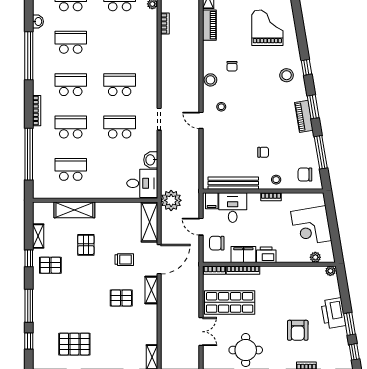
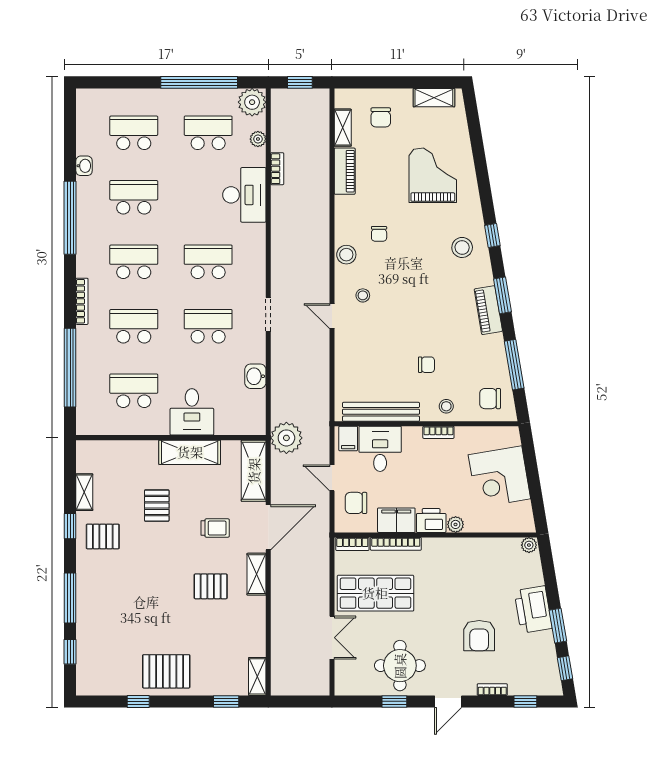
desk: (143, 41) -> (244, 195), added
desk: (142, 183) -> (192, 412), moved, turned 90
shelving: (74, 210) -> (190, 452), moved
plant: (315, 257) -> (456, 524), moved
pallet: (74, 344) -> (166, 671), moved

